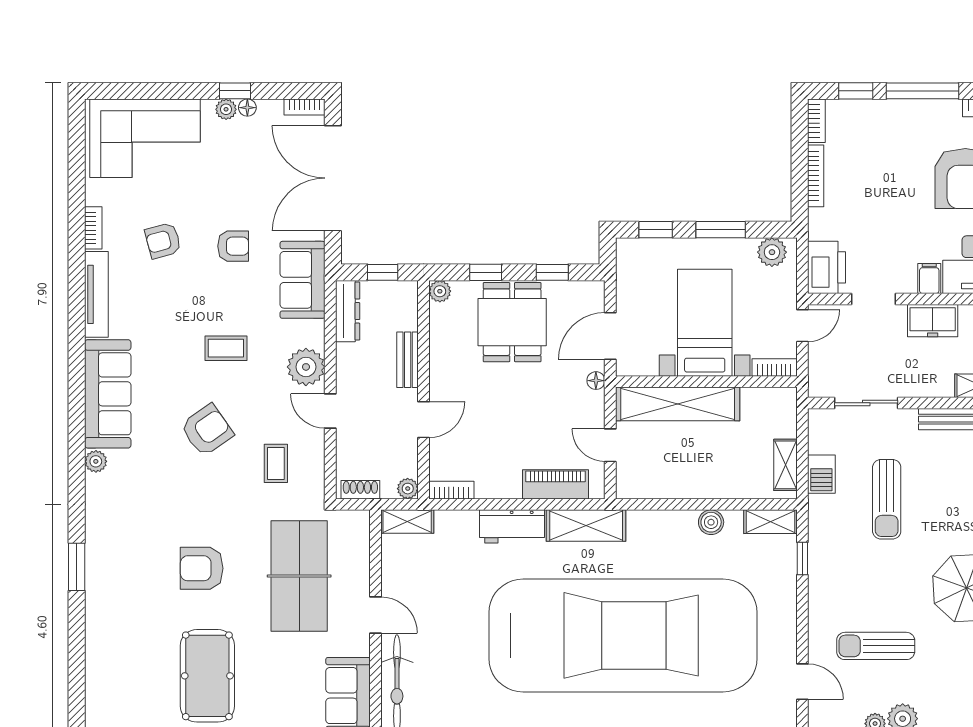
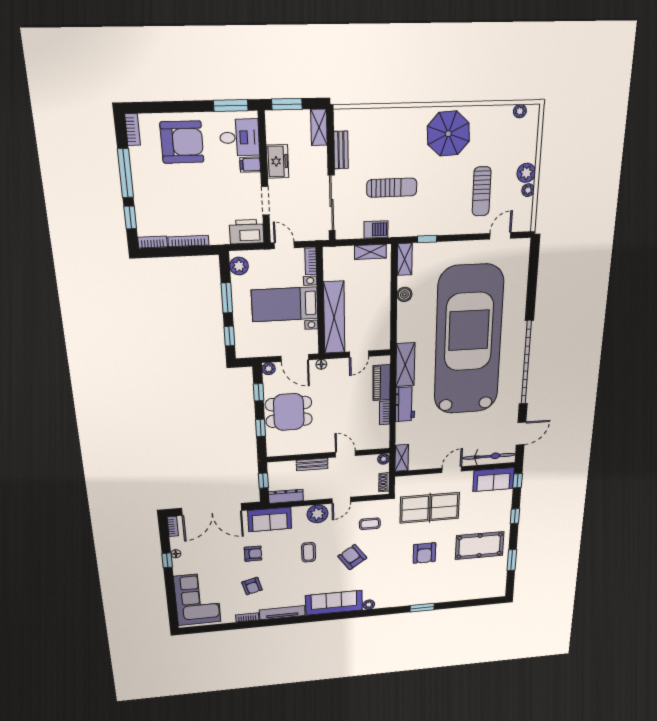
plant: (226, 109) -> (178, 564), removed
armchair: (233, 246) -> (253, 554), turned 90
plant: (440, 291) -> (269, 369), moved
sliding door: (866, 403) -> (332, 203), width x1.37
bookcase: (451, 490) -> (385, 413), moved

